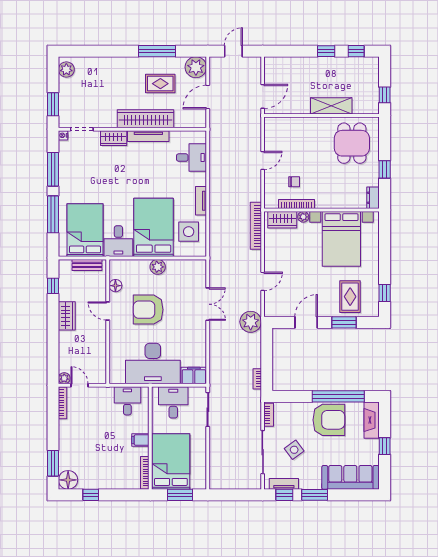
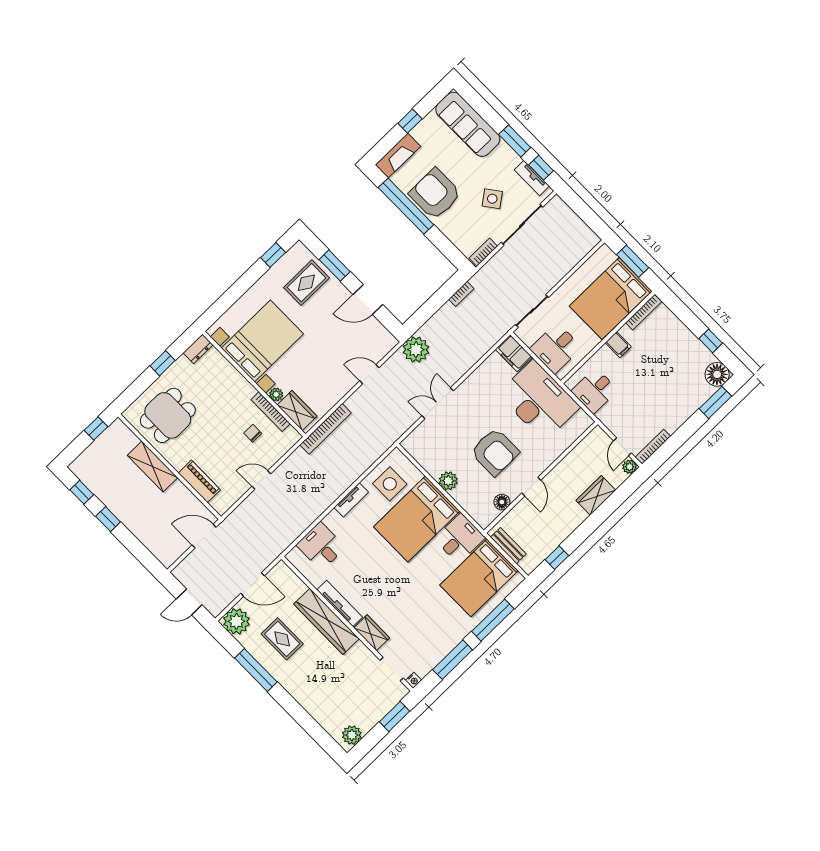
piano: (297, 124) -> (199, 481), added
wardrobe: (67, 316) -> (596, 495), moved

